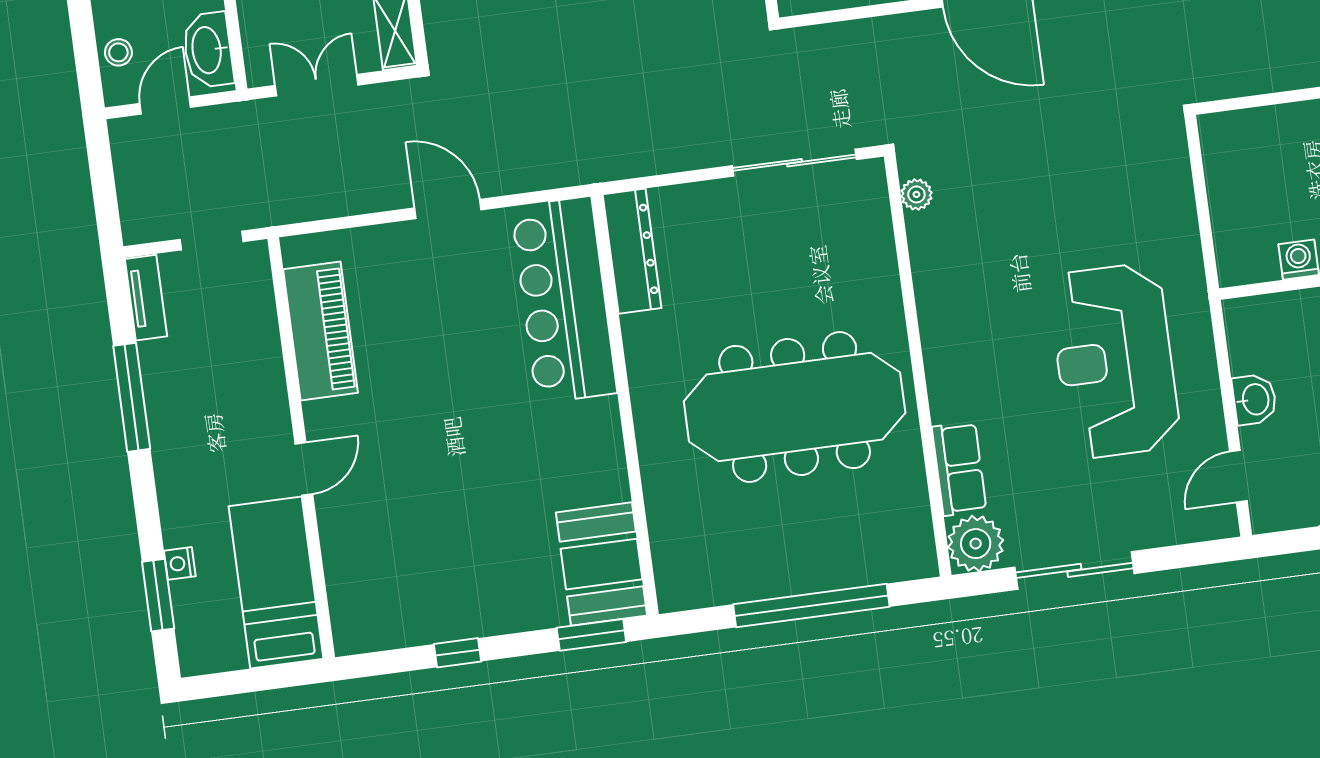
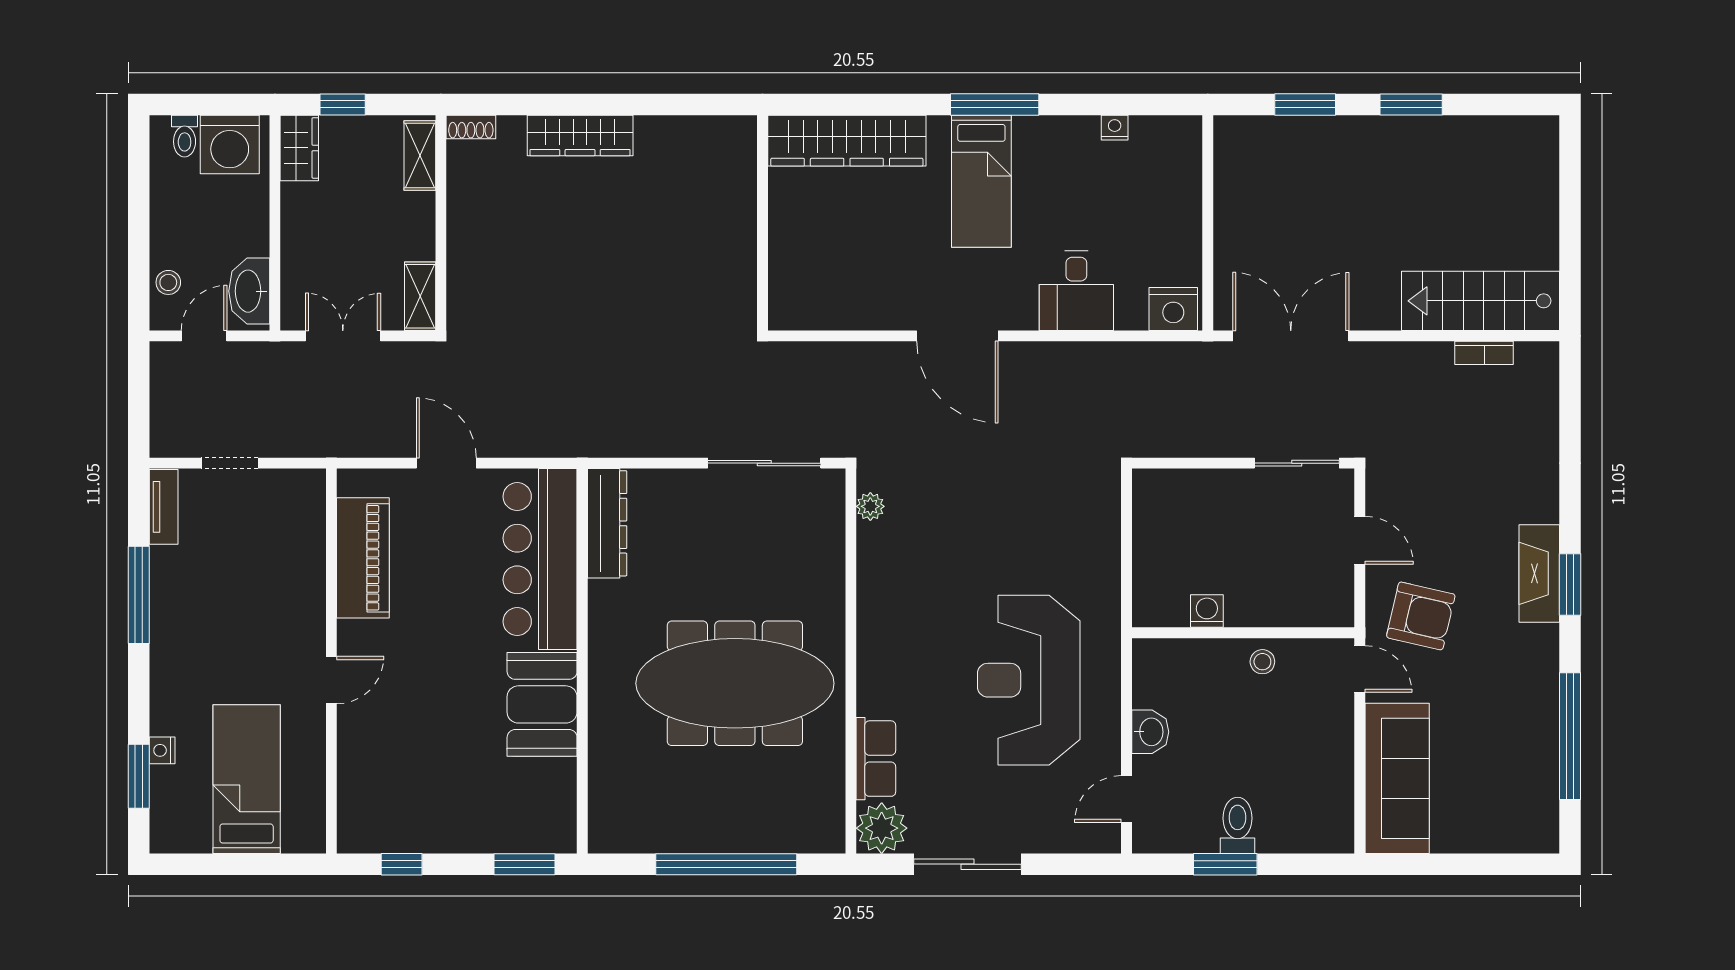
piano: (321, 331) -> (363, 558), moved
wall: (301, 448) -> (331, 661), moved
door: (304, 469) -> (331, 680), moved
booth: (601, 564) -> (542, 704), moved

